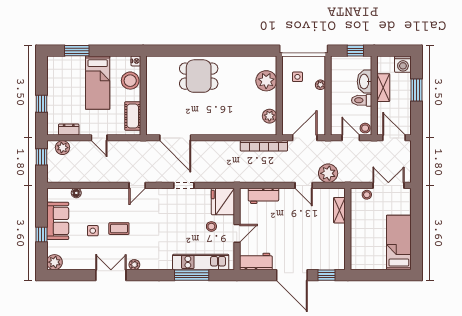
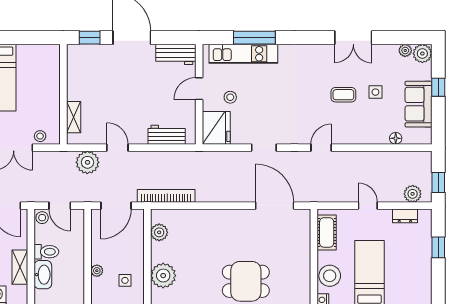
plant: (134, 265) -> (405, 50), moved

